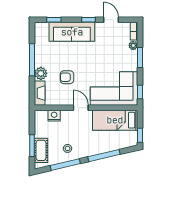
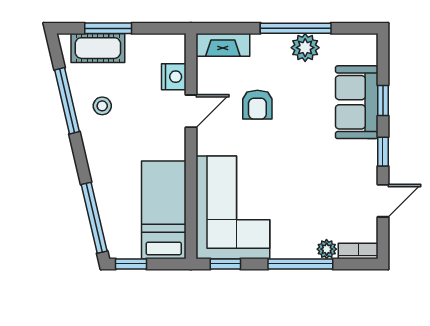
window: (54, 20) -> (383, 101), moved
sofa: (72, 32) -> (357, 102), width x0.73
window: (140, 58) -> (300, 264), width x1.44
plant: (41, 73) -> (305, 48), moved
armchair: (67, 77) -> (257, 105), turned 180
door: (81, 108) -> (191, 111), moved
window: (104, 156) -> (94, 218), moved

